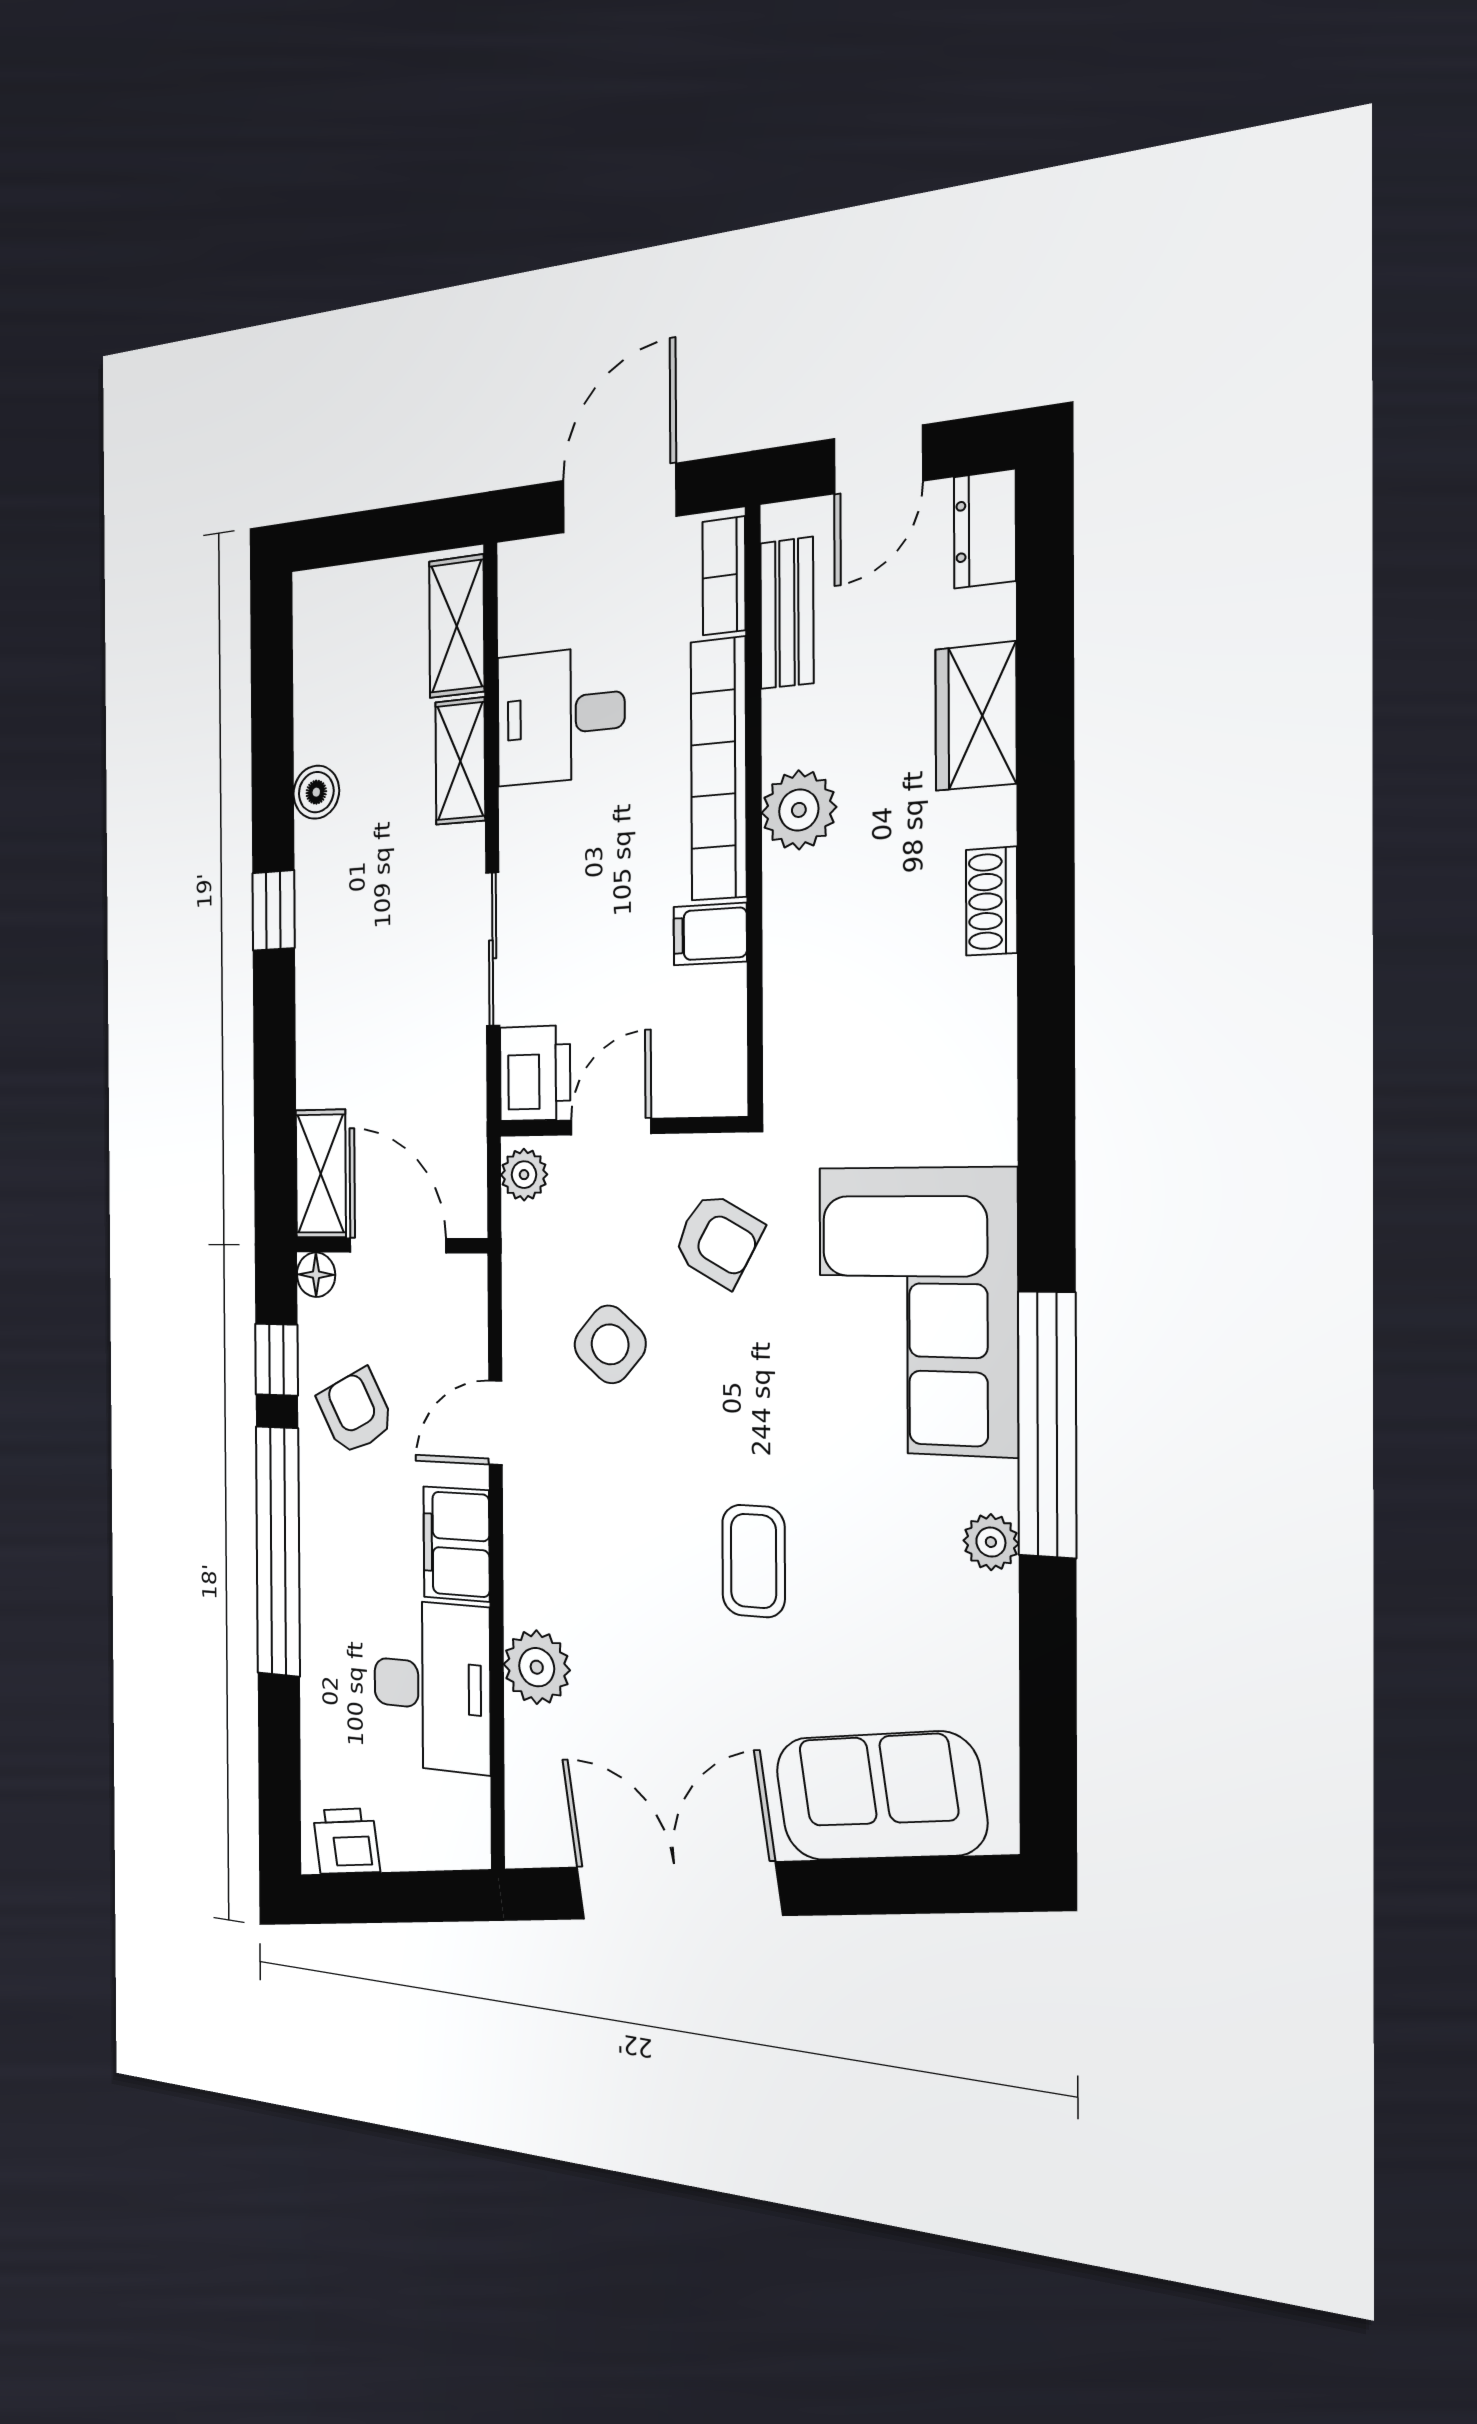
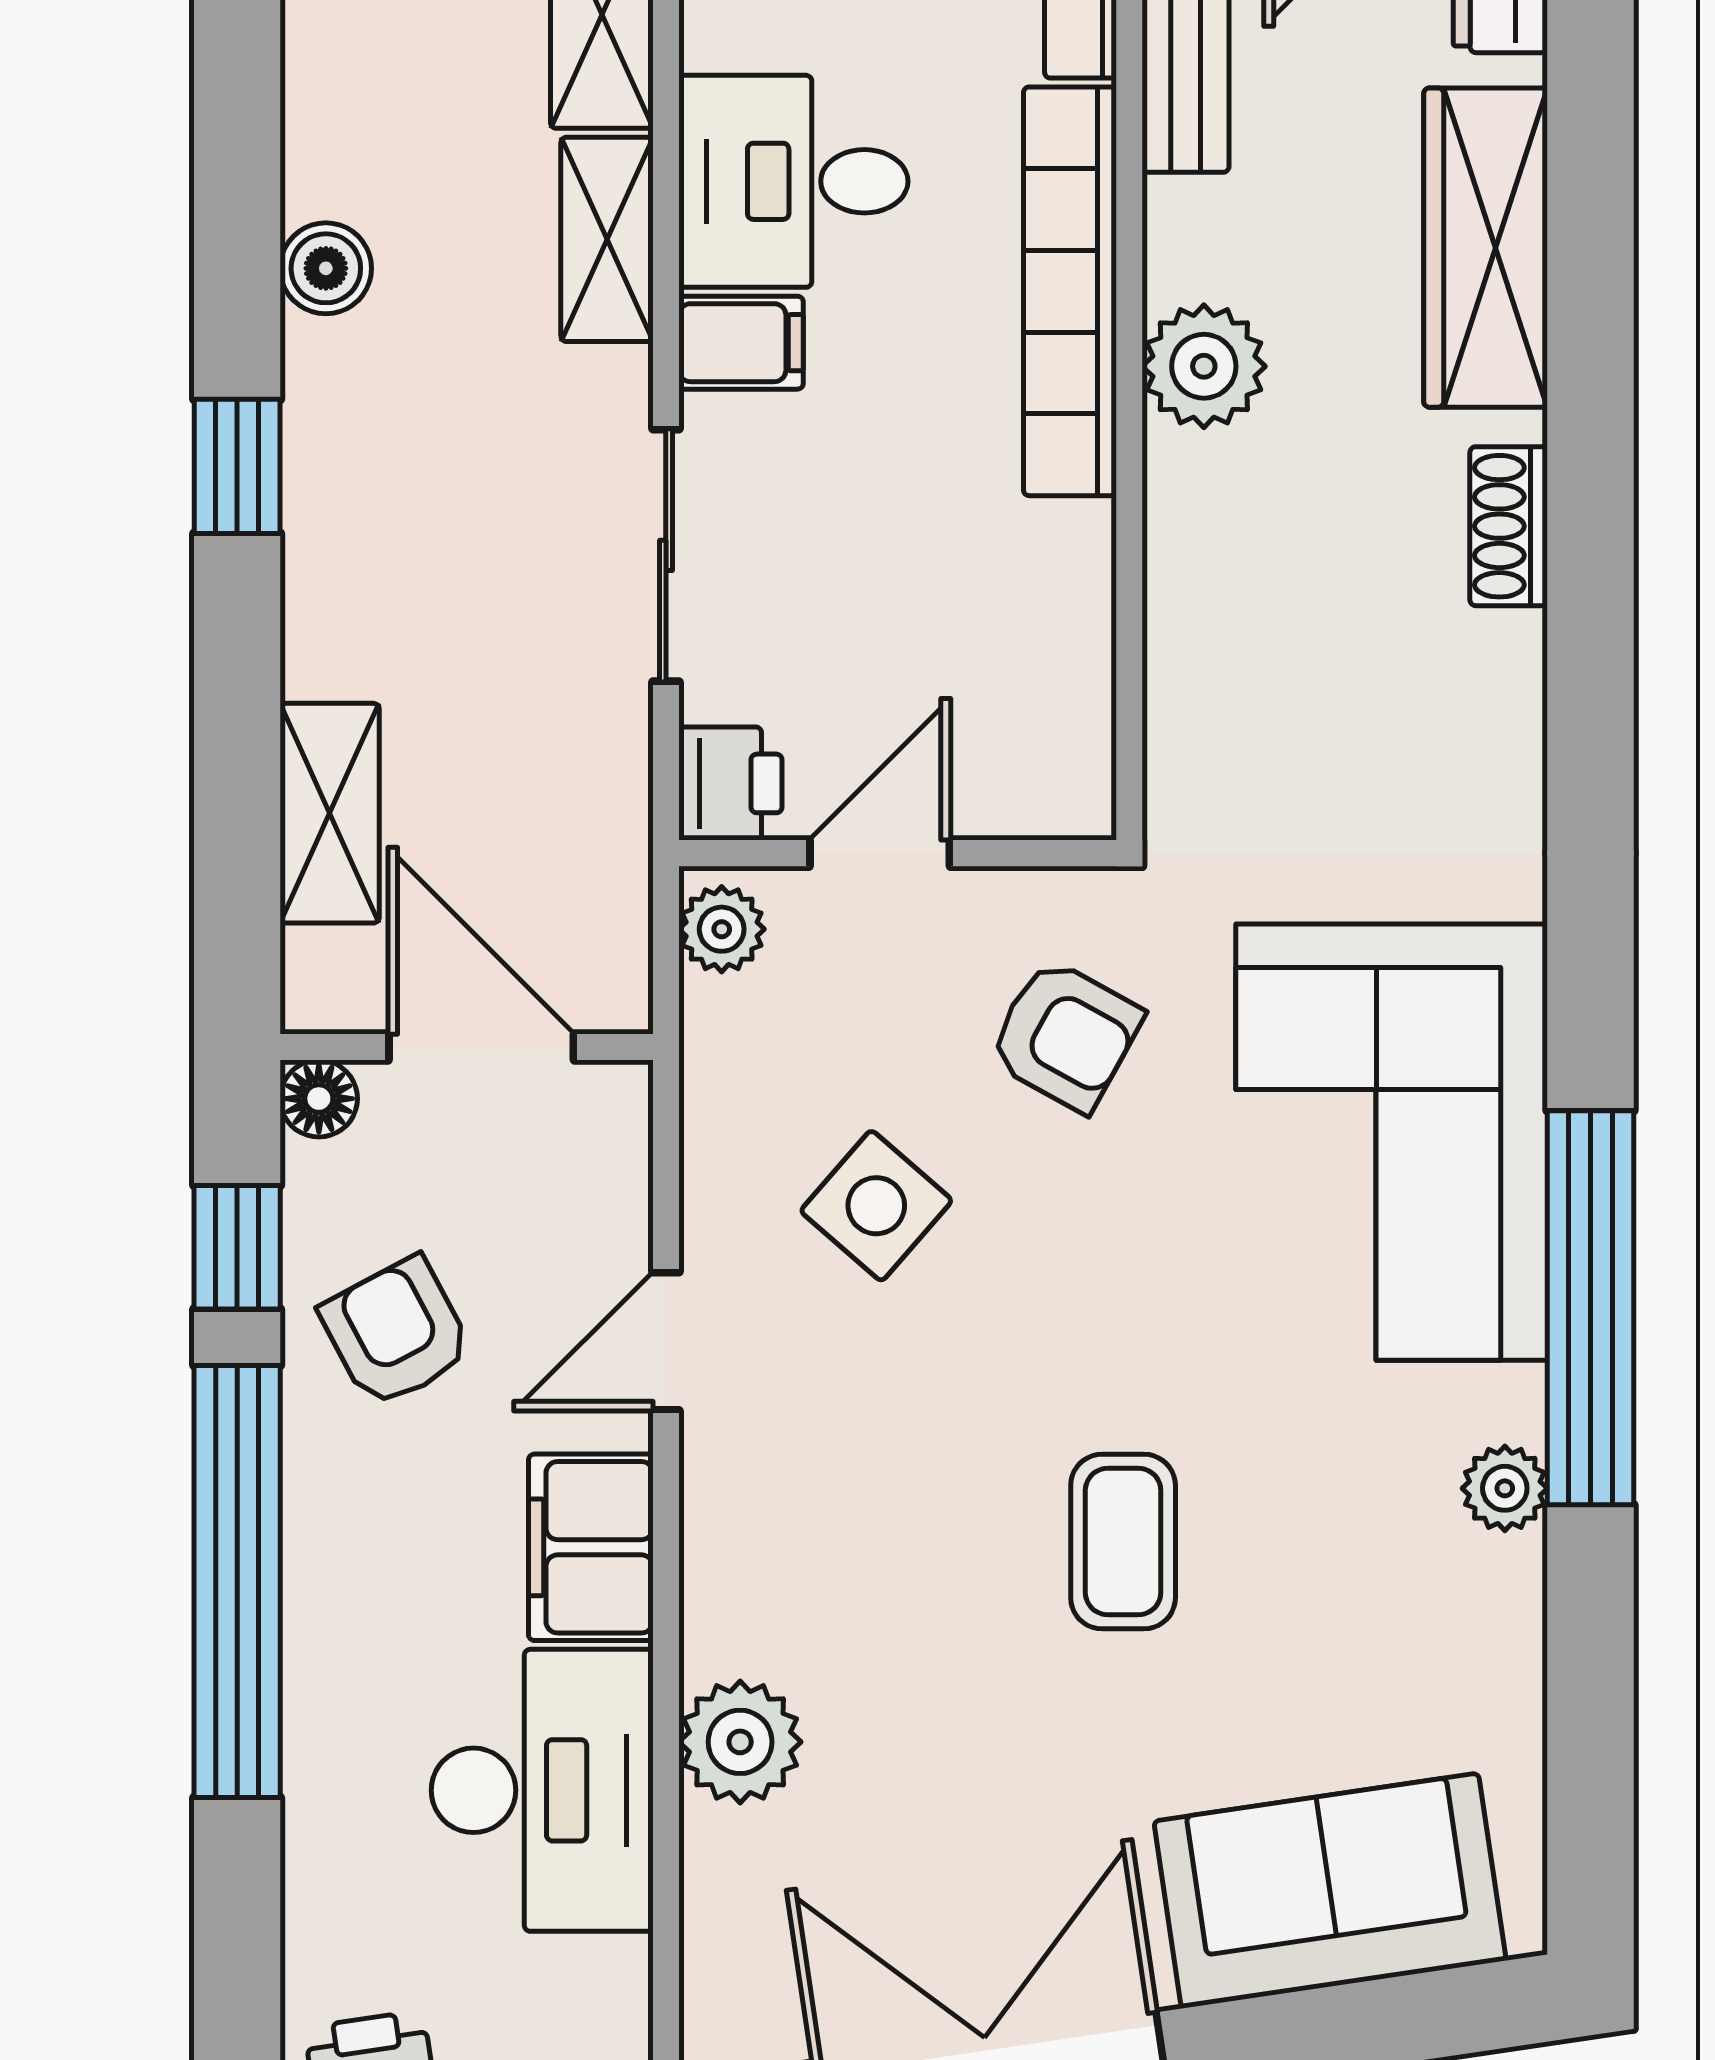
wardrobe: (976, 716) -> (1486, 248), width x1.50
filing cabinet: (710, 934) -> (741, 343), moved, turned 180
printer: (535, 1073) -> (730, 783), width x0.73, depth x0.81
shelving: (321, 1174) -> (330, 813), moved

